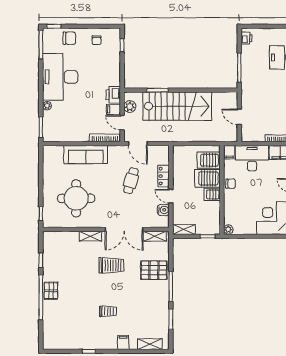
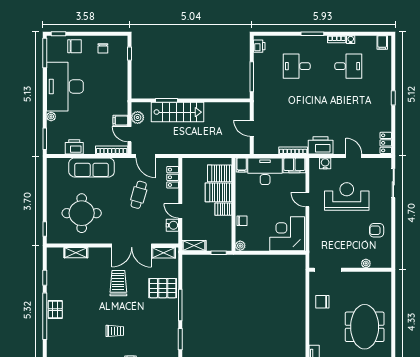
printer: (113, 95) -> (74, 147), moved, turned 90
stairs: (177, 106) -> (178, 112), width x0.73, depth x0.66
locker: (163, 176) -> (173, 177), moved
chair: (231, 184) -> (242, 221), moved
shelving: (91, 236) -> (76, 253), moved
trolley: (111, 265) -> (118, 283), turned -90

